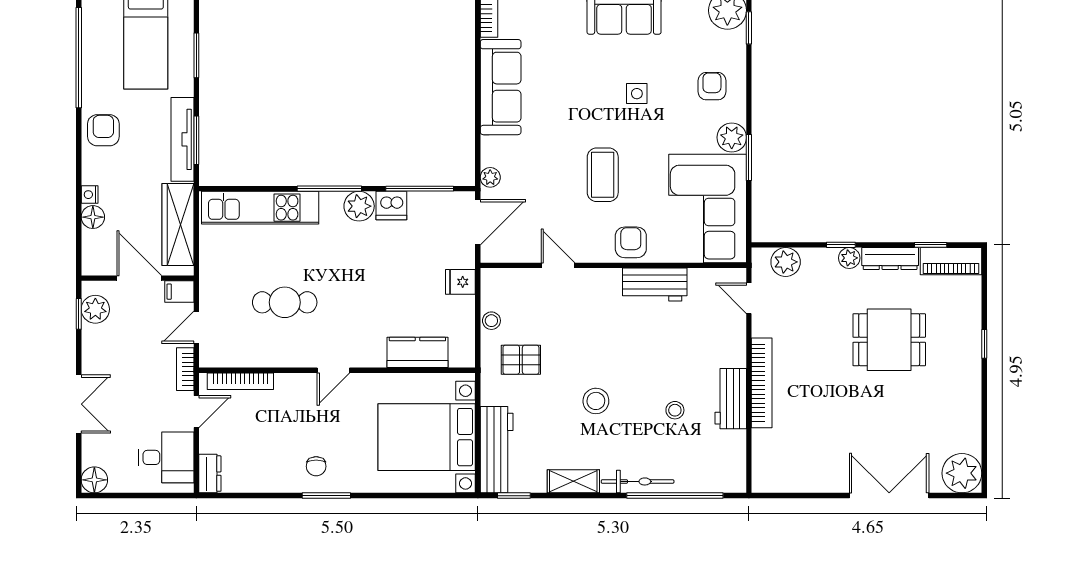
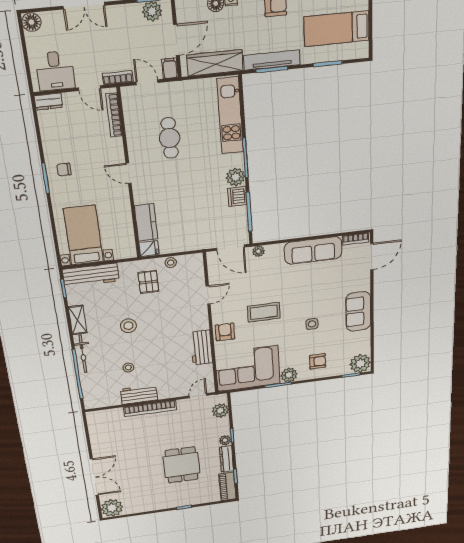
armchair: (631, 242) -> (225, 332), turned -90
fridge: (460, 282) -> (149, 249), moved, turned 90
bed with nightstands: (427, 437) -> (83, 235), width x0.73

